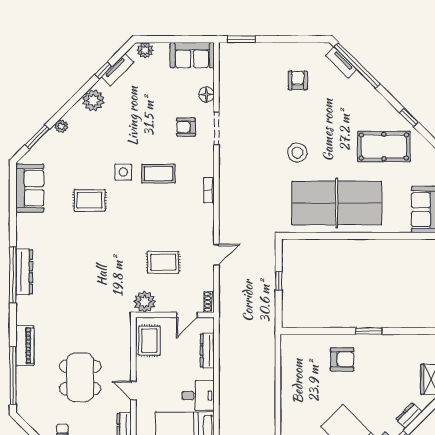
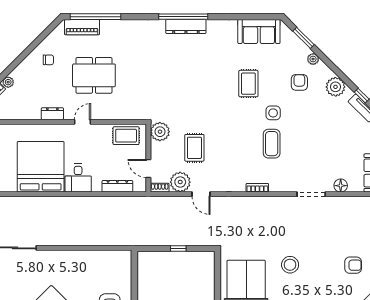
armchair: (186, 127) -> (299, 82), moved
plant: (202, 278) -> (180, 182), added
piano: (25, 346) -> (82, 27), moved

